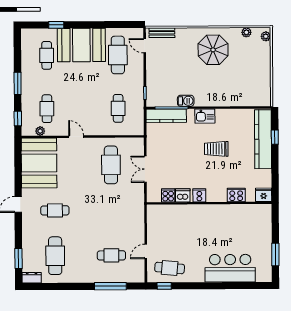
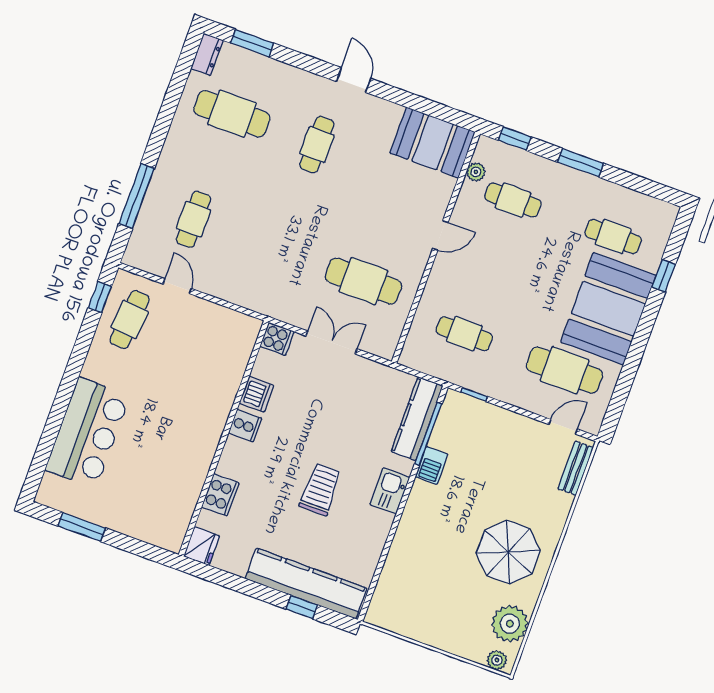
plant: (246, 32) -> (510, 624), width x1.87, depth x1.87
booth: (39, 163) -> (433, 142), width x0.73, depth x0.70
cooker: (168, 195) -> (277, 339), moved

